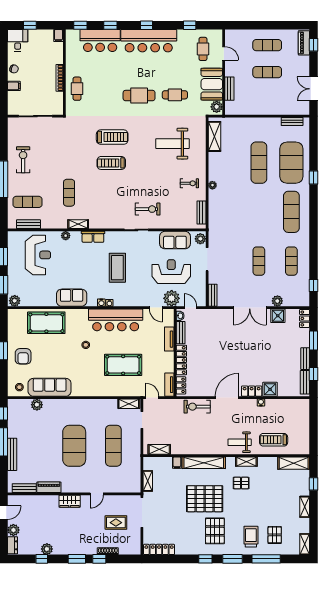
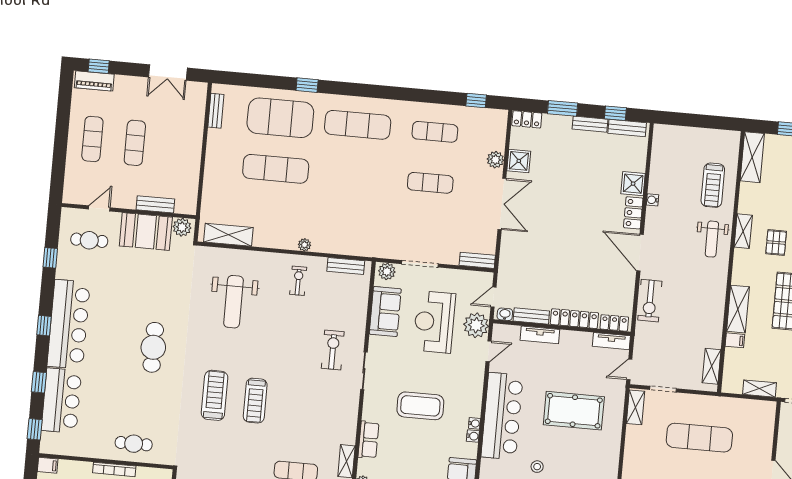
cafe table: (175, 95) -> (157, 291), removed
pool table: (123, 365) -> (574, 411), turned 90
shelving: (204, 463) -> (738, 309), width x0.68

